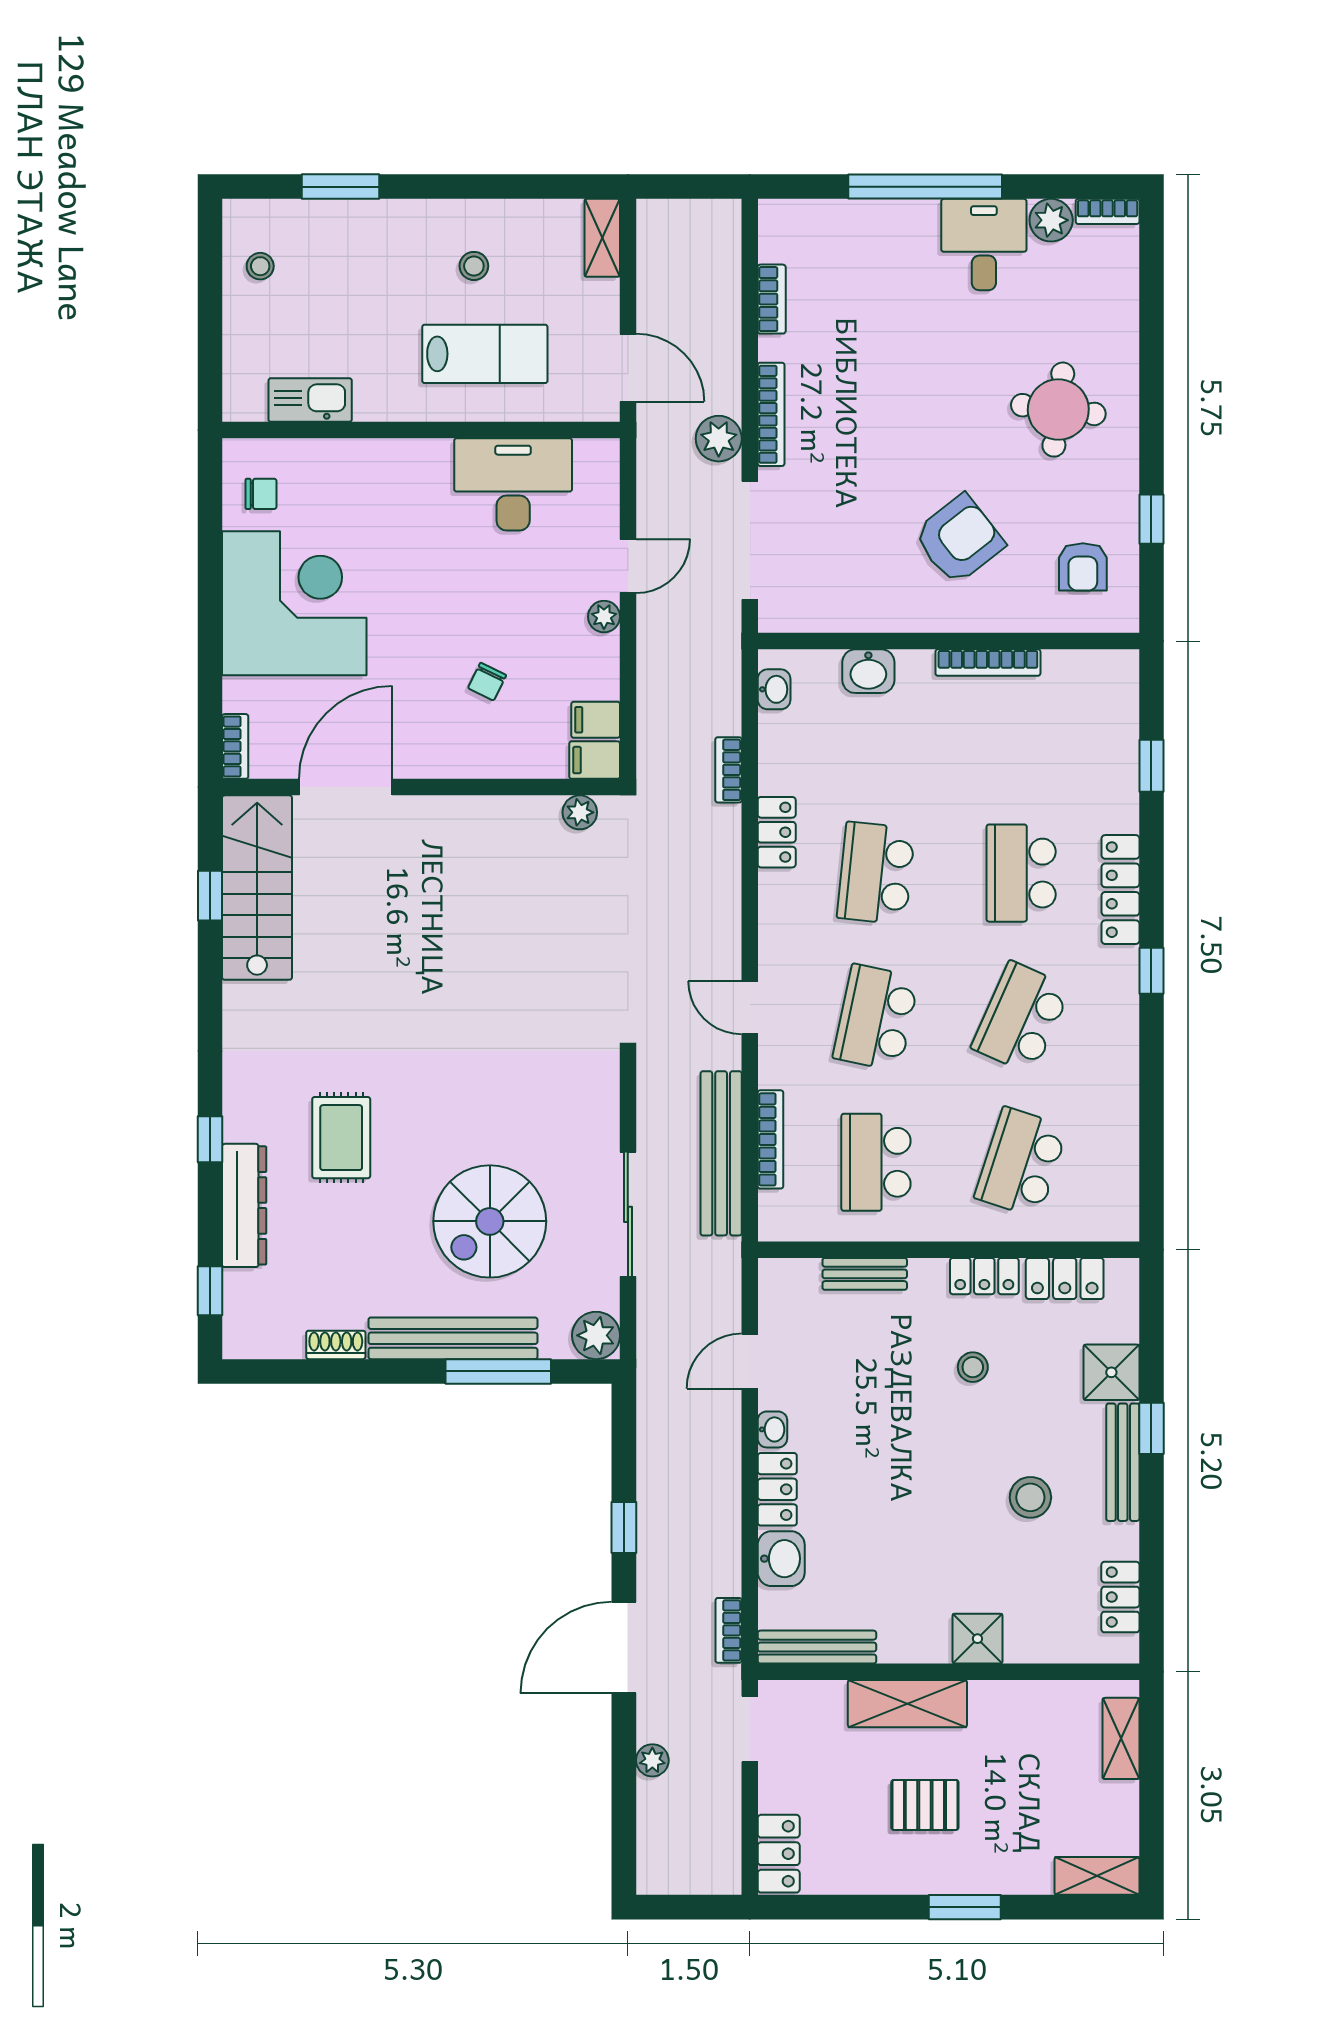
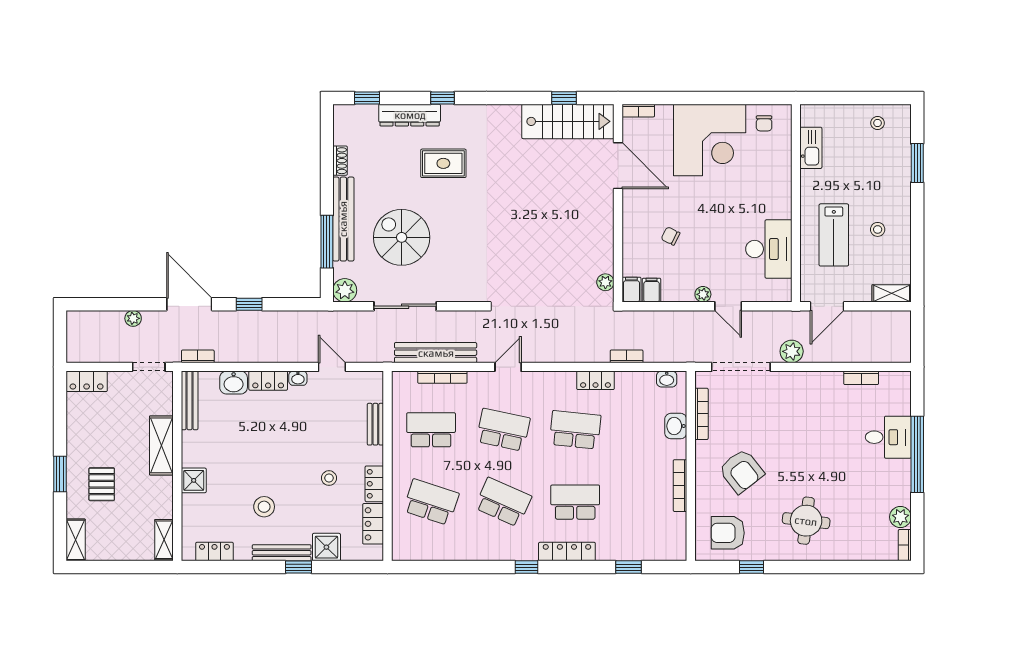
desk: (984, 245) -> (888, 437), moved
bookcase: (771, 414) -> (701, 414), moved, turned -90
armchair: (1083, 567) -> (728, 533), width x1.38, depth x1.38
shelving: (1121, 1738) -> (164, 540), moved, turned 90
pallet: (925, 1805) -> (102, 484), moved

